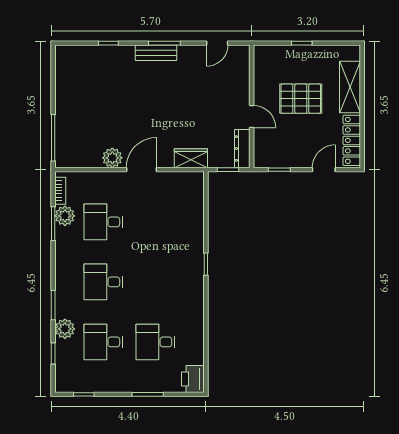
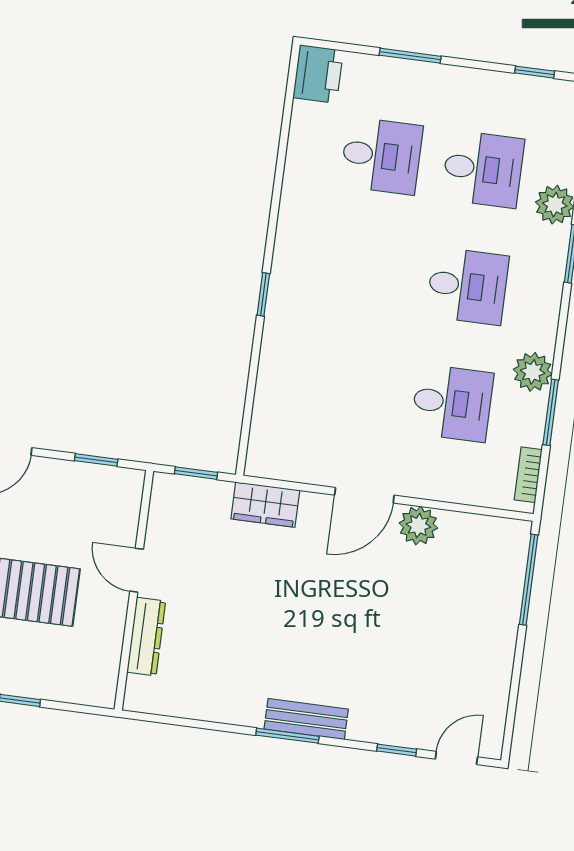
door: (217, 43) -> (456, 758), moved
dresser: (242, 149) -> (146, 637), moved
plant: (65, 216) -> (533, 372), moved

